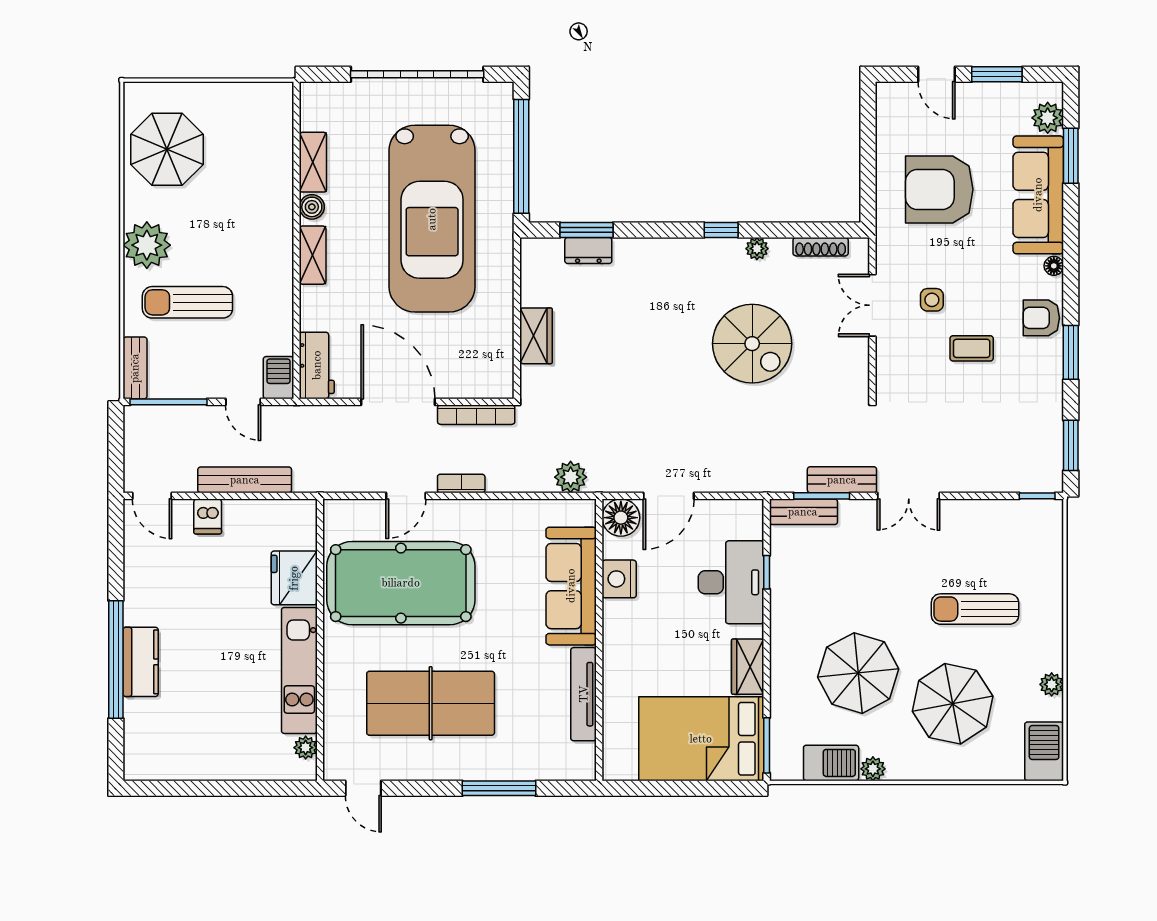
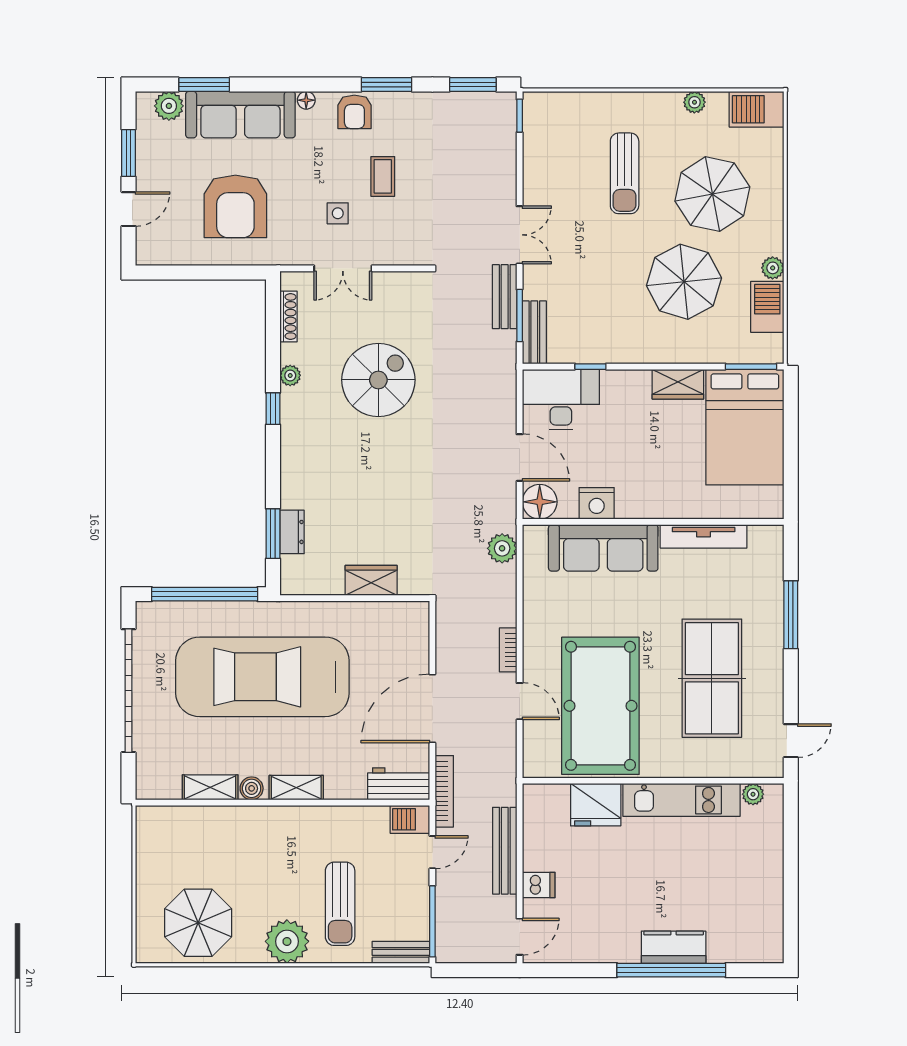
car: (432, 219) -> (262, 677), turned 180
bookcase: (476, 415) -> (444, 791), moved
desk: (731, 582) -> (561, 400), moved

